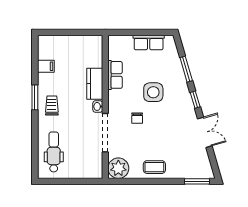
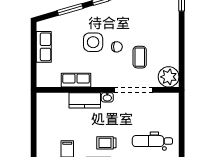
chair: (137, 118) -> (117, 47), moved
coffee table: (154, 167) -> (140, 57), moved

